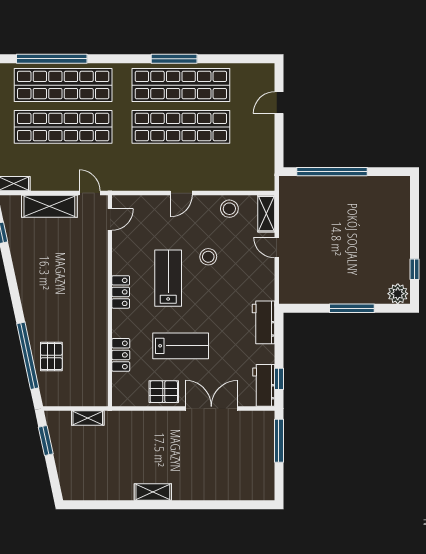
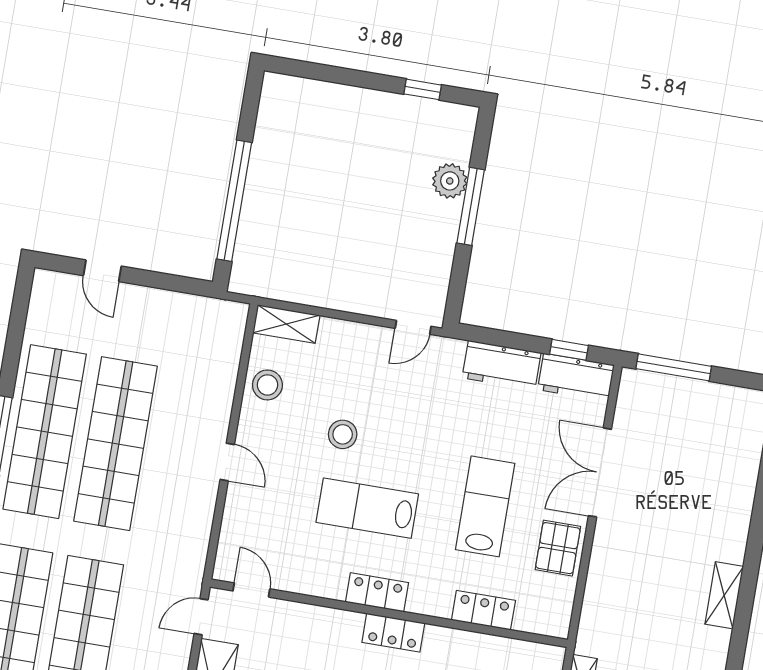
door: (277, 248) -> (413, 327), moved
plant: (398, 294) -> (450, 181), moved
locker: (99, 305) -> (393, 633), added
workbench: (263, 322) -> (502, 365), moved

